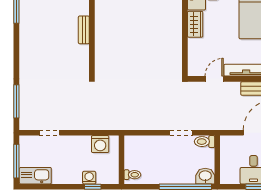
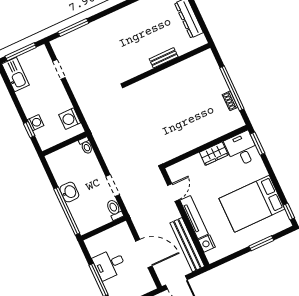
door: (214, 79) -> (173, 192), hinge flipped
toilet: (132, 175) -> (86, 146), moved
washbasin: (205, 176) -> (69, 192), moved

